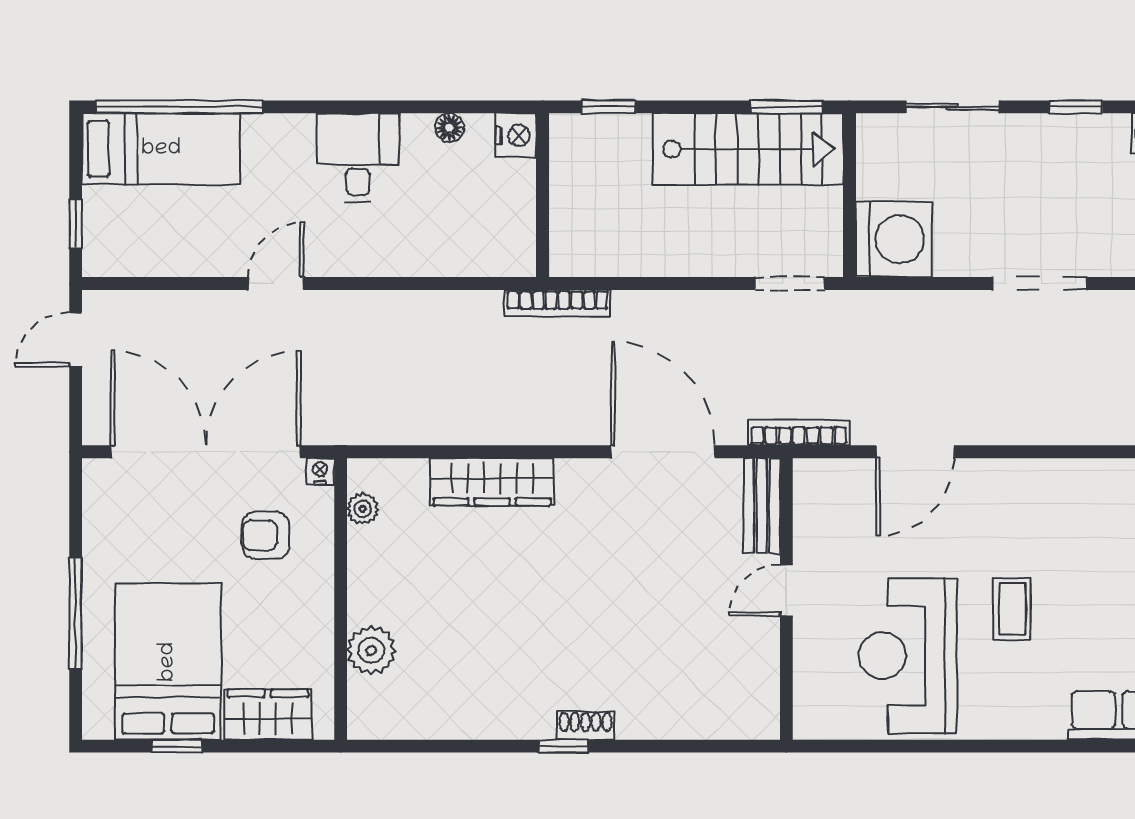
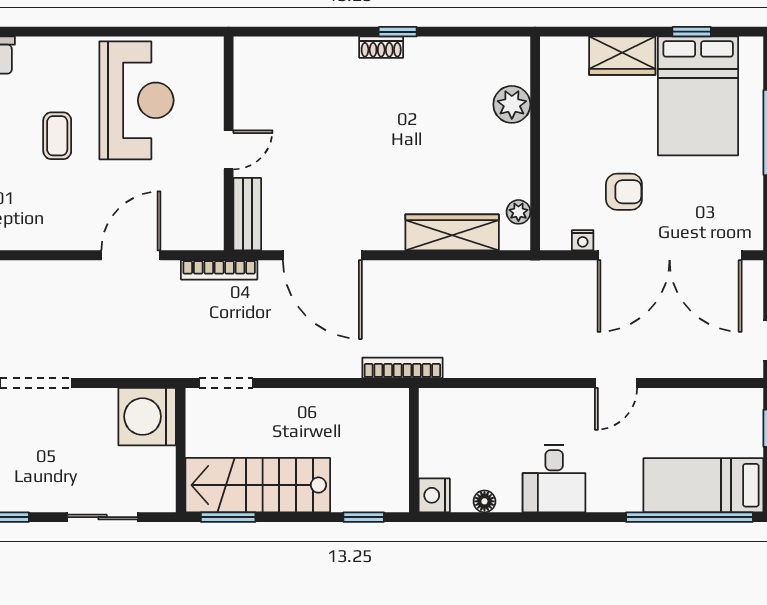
plant: (363, 509) -> (518, 212), moved
wall: (341, 599) -> (535, 143), moved
plant: (371, 650) -> (512, 104), moved

